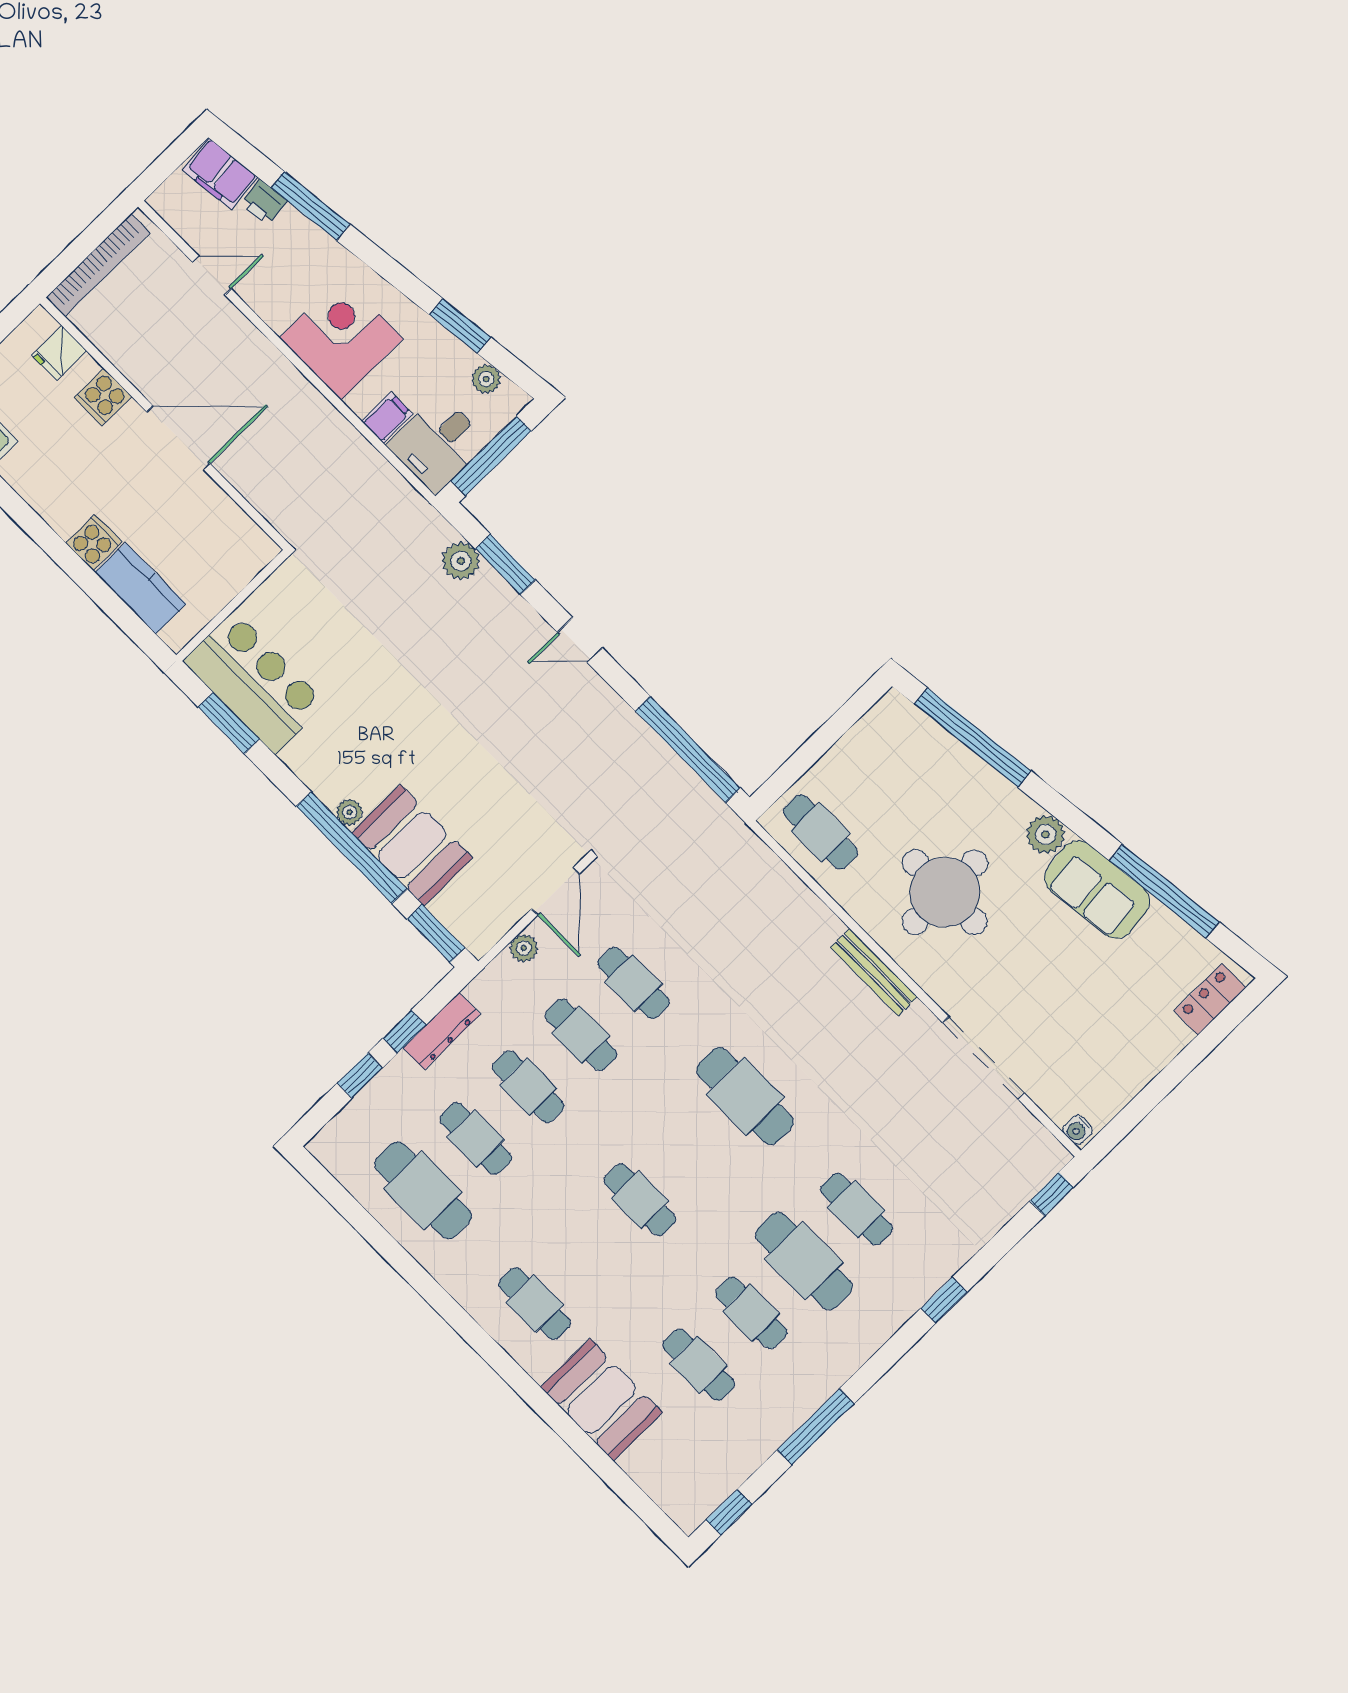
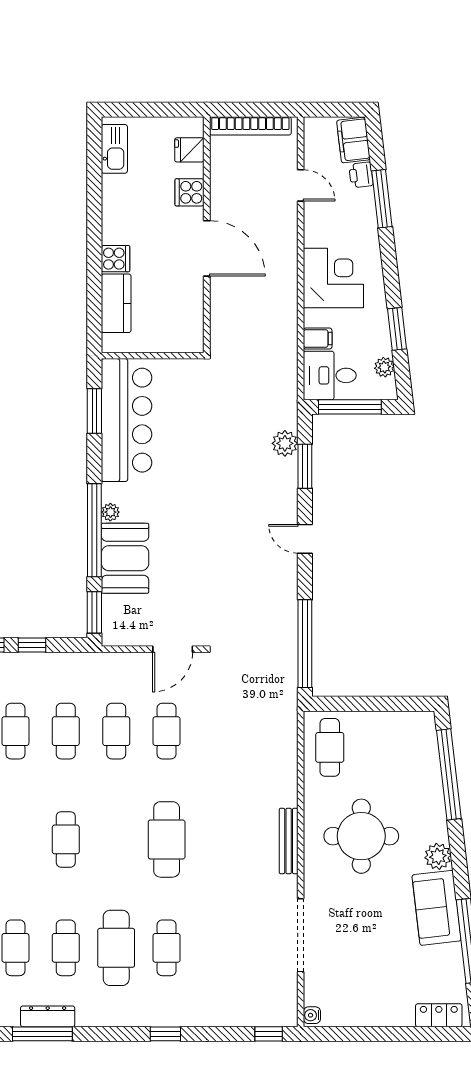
bar counter: (255, 682) -> (127, 420), width x1.36
plant: (524, 948) -> (130, 662), removed
dresser: (442, 1031) -> (48, 1016), moved, turned 180

